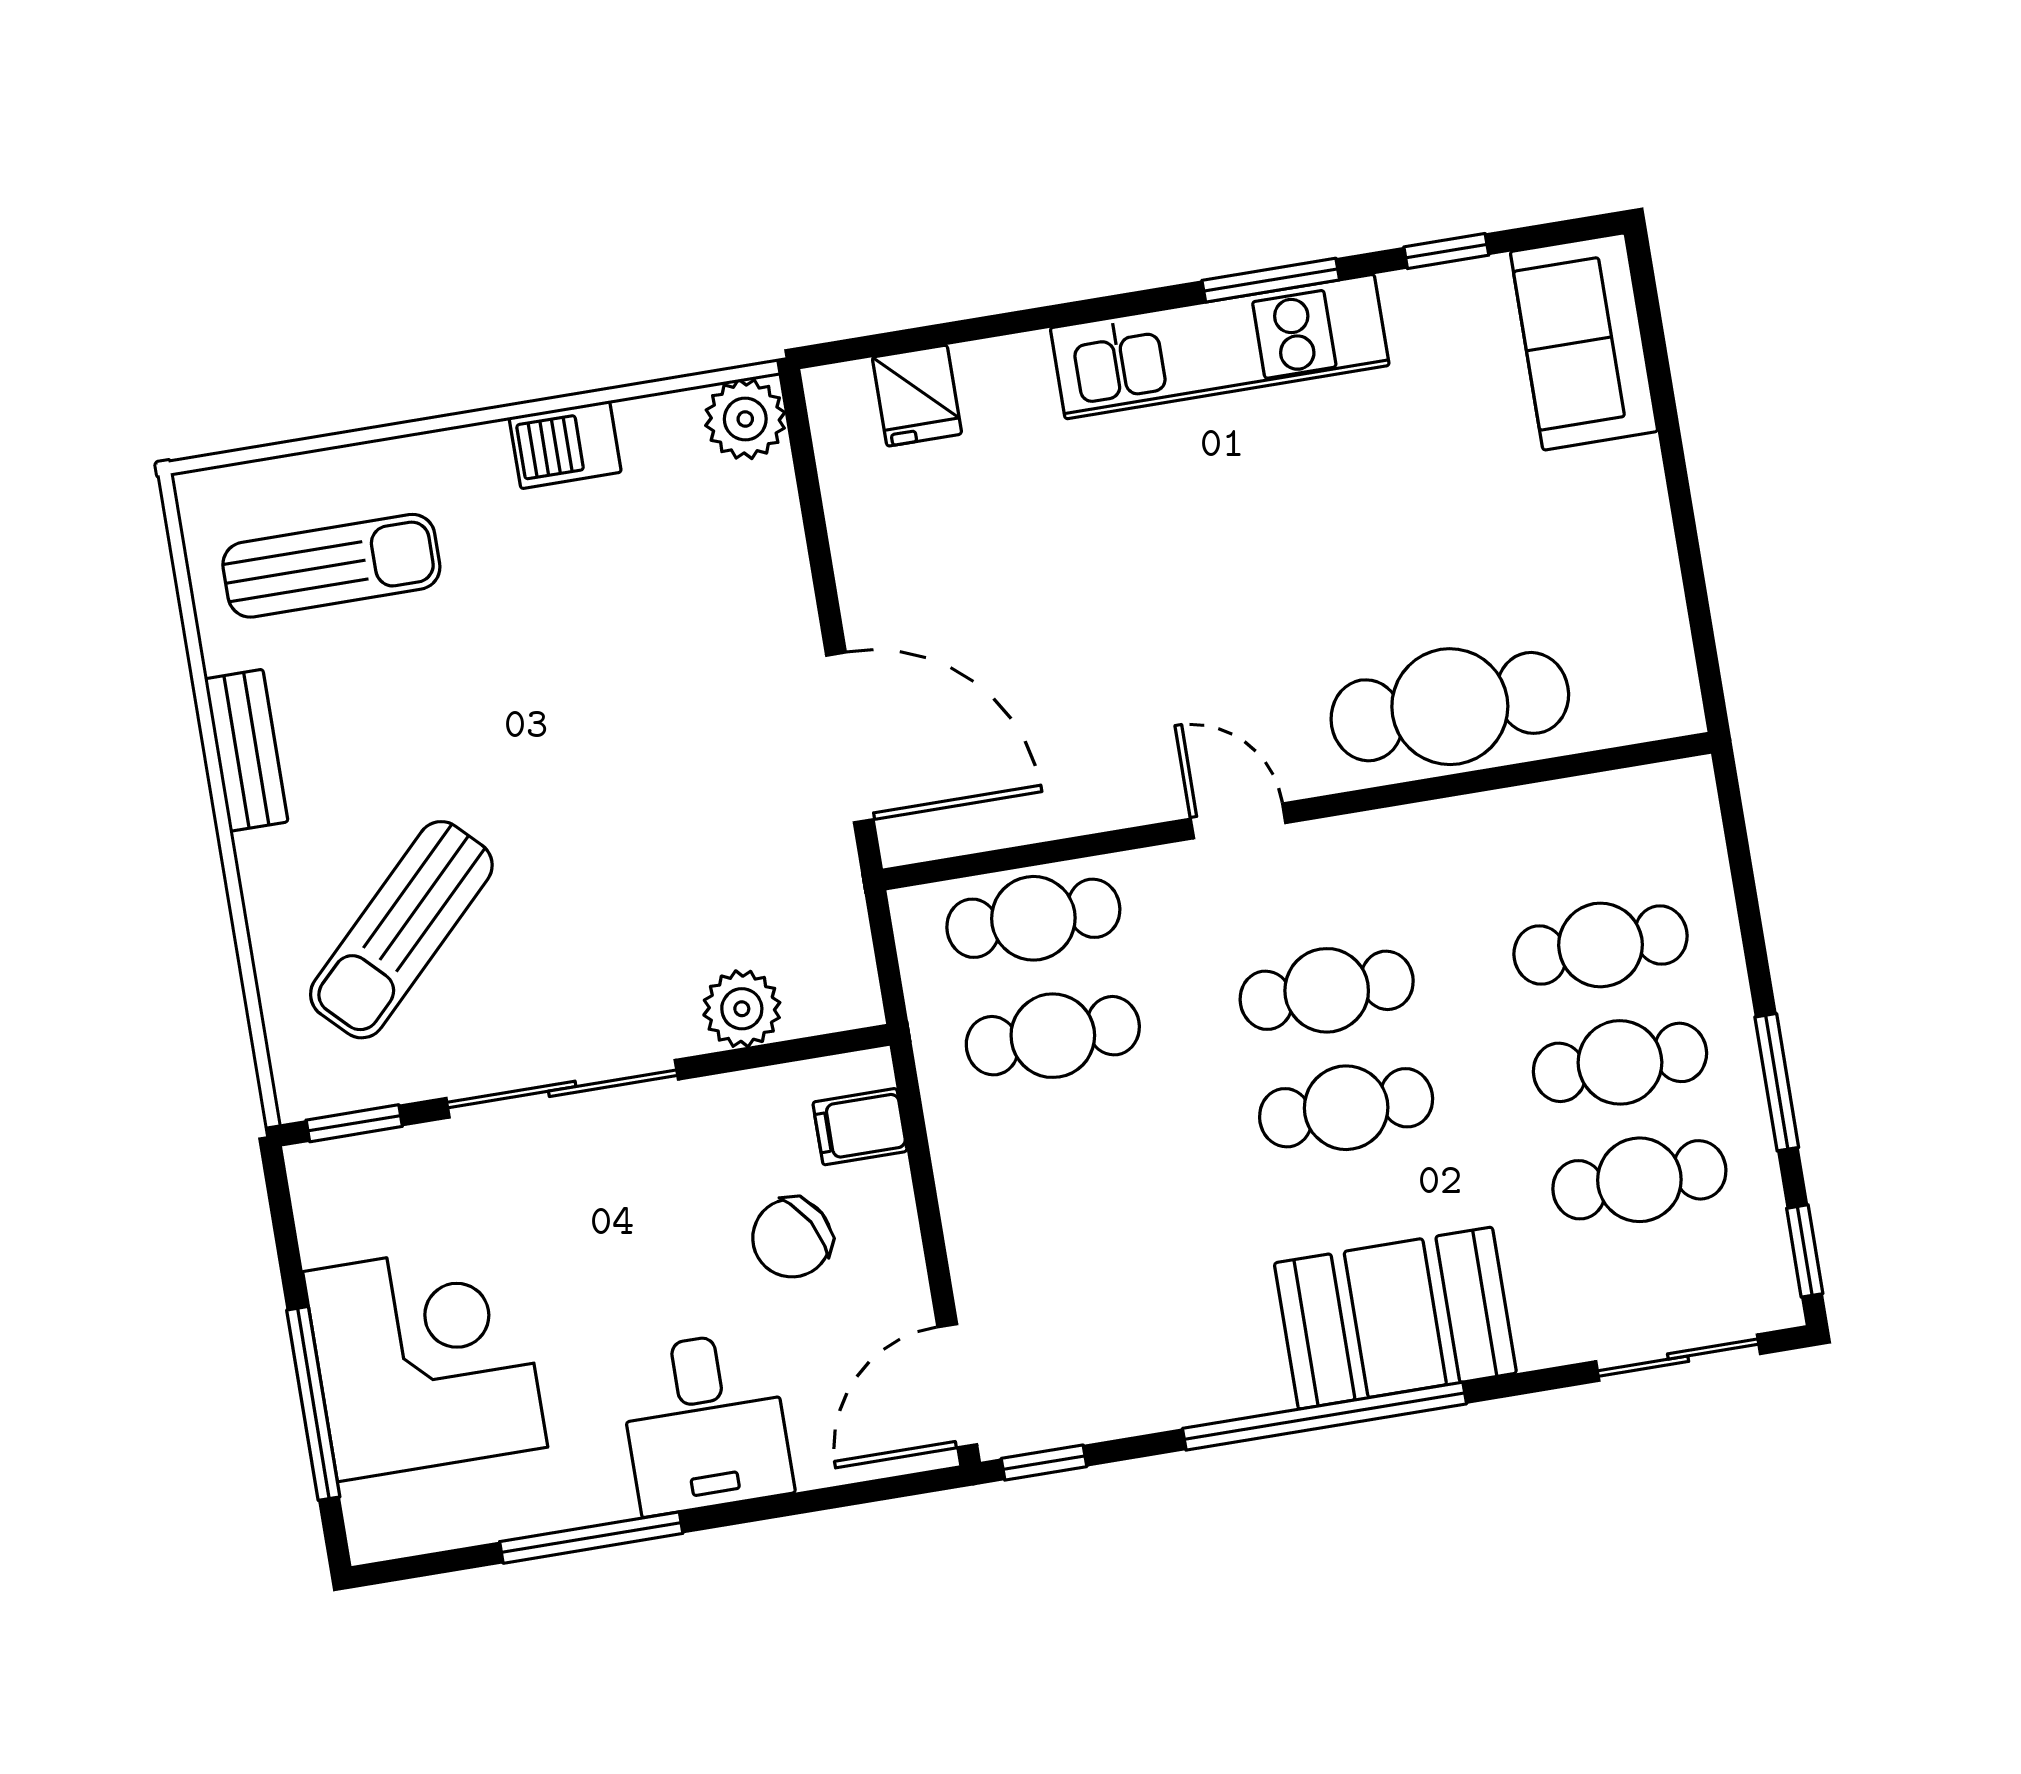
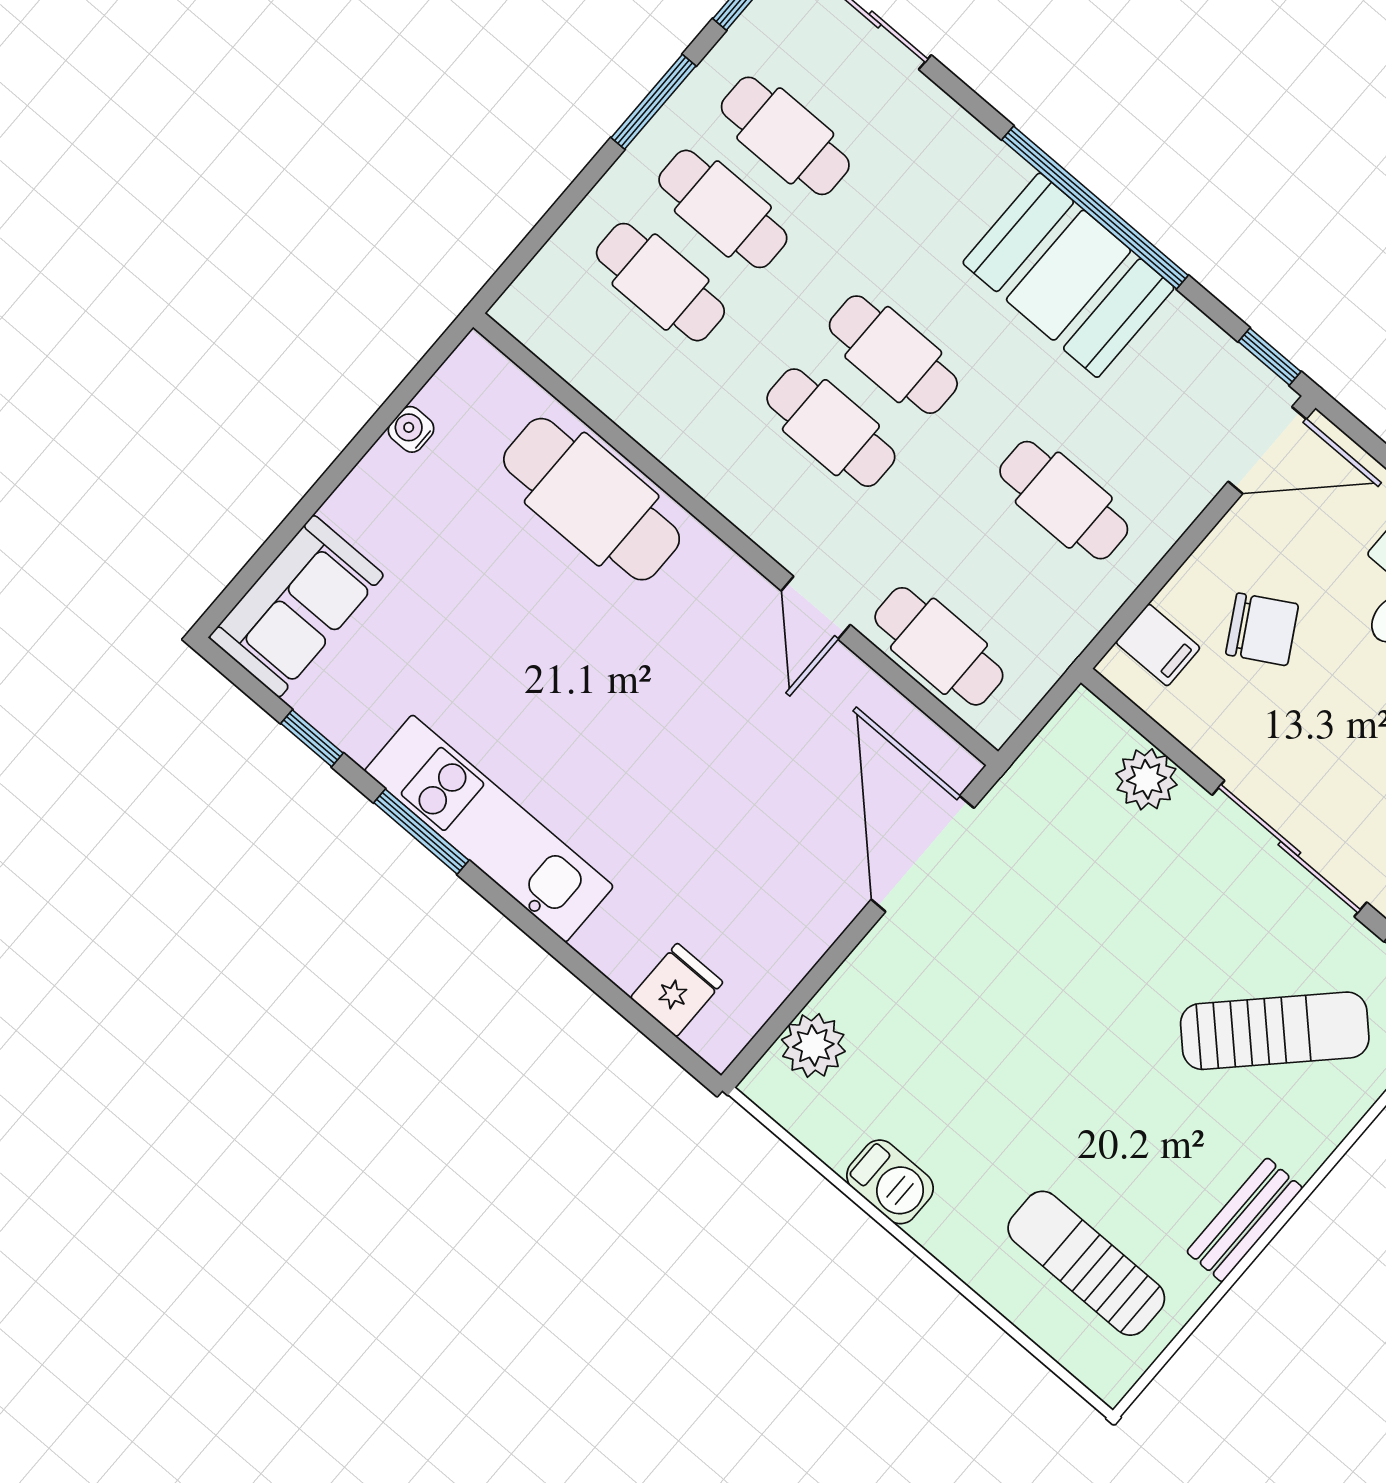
plant: (745, 419) -> (813, 1045), moved
water cooler: (1660, 591) -> (411, 429), added
door: (1238, 821) -> (816, 608), moved
cafe table: (1053, 1036) -> (1064, 500), moved
booth: (1395, 1318) -> (1068, 275), moved

